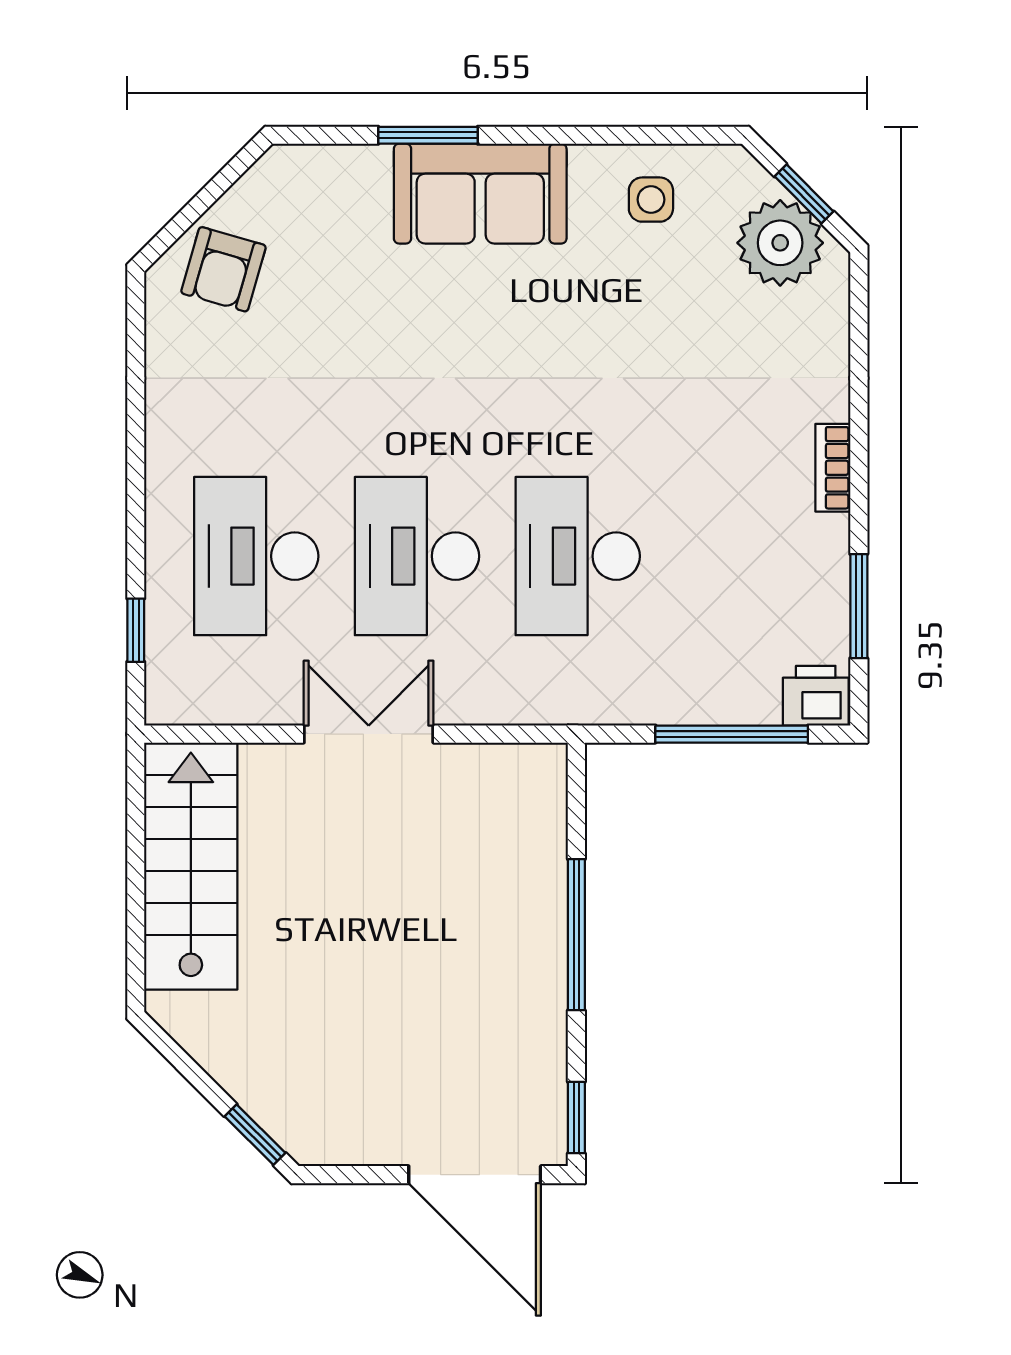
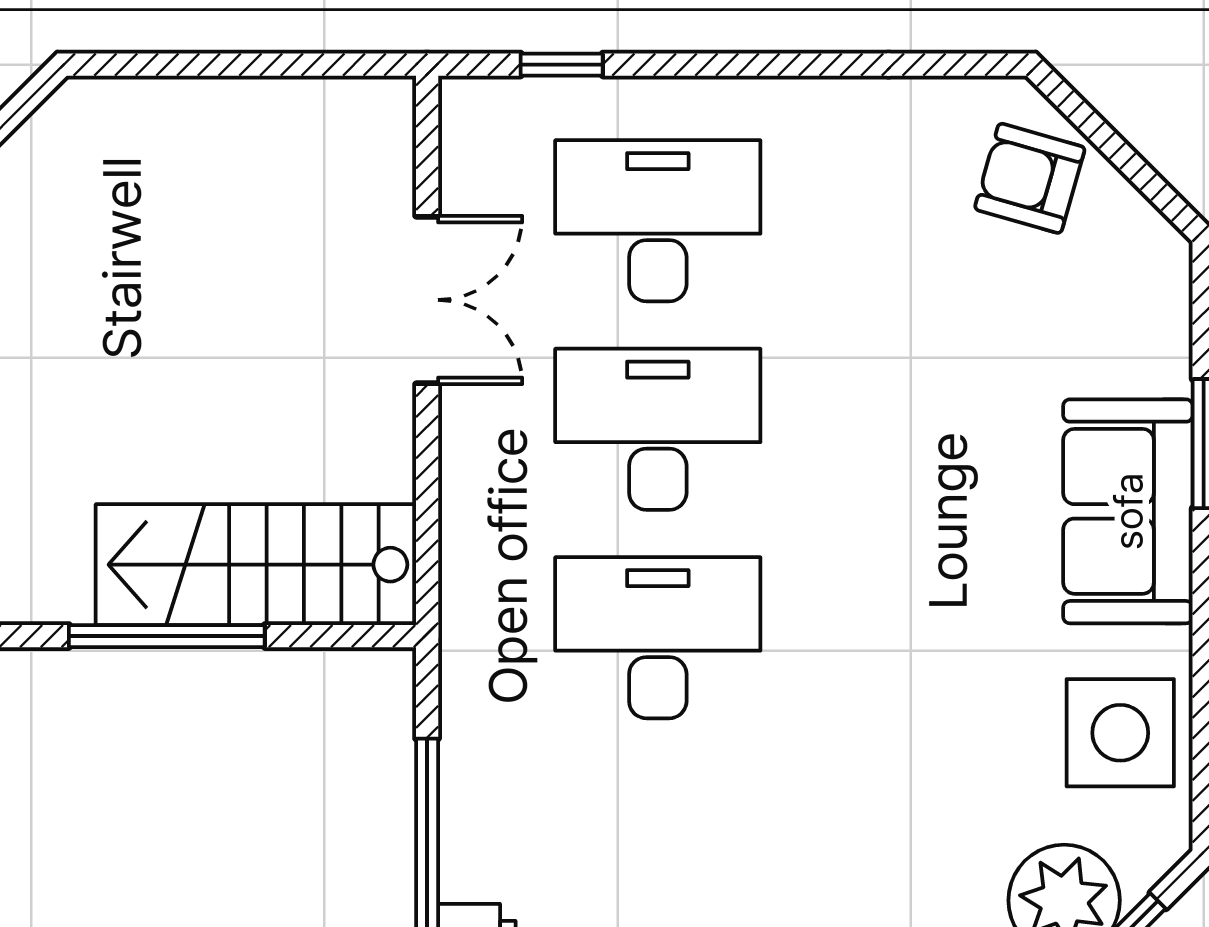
side table: (651, 200) -> (1120, 733), width x1.87, depth x1.87
double door: (369, 734) -> (427, 300), moved
stairs: (191, 866) -> (256, 565), moved, turned 180

